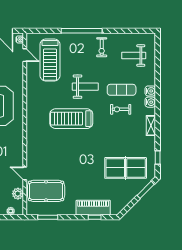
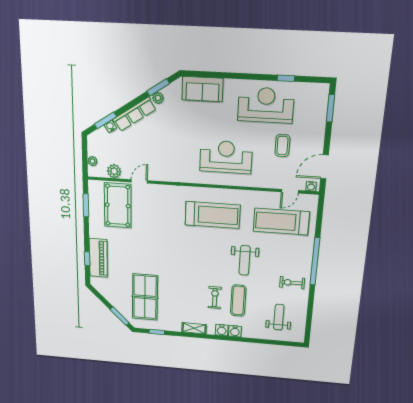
treadmill: (71, 119) -> (213, 215), moved, turned 90

